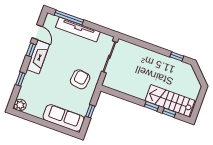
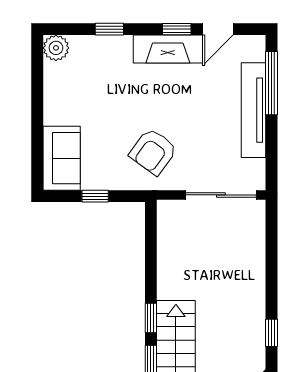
armchair: (80, 79) -> (153, 152), turned 119
sofa: (64, 118) -> (62, 158), width x0.73

